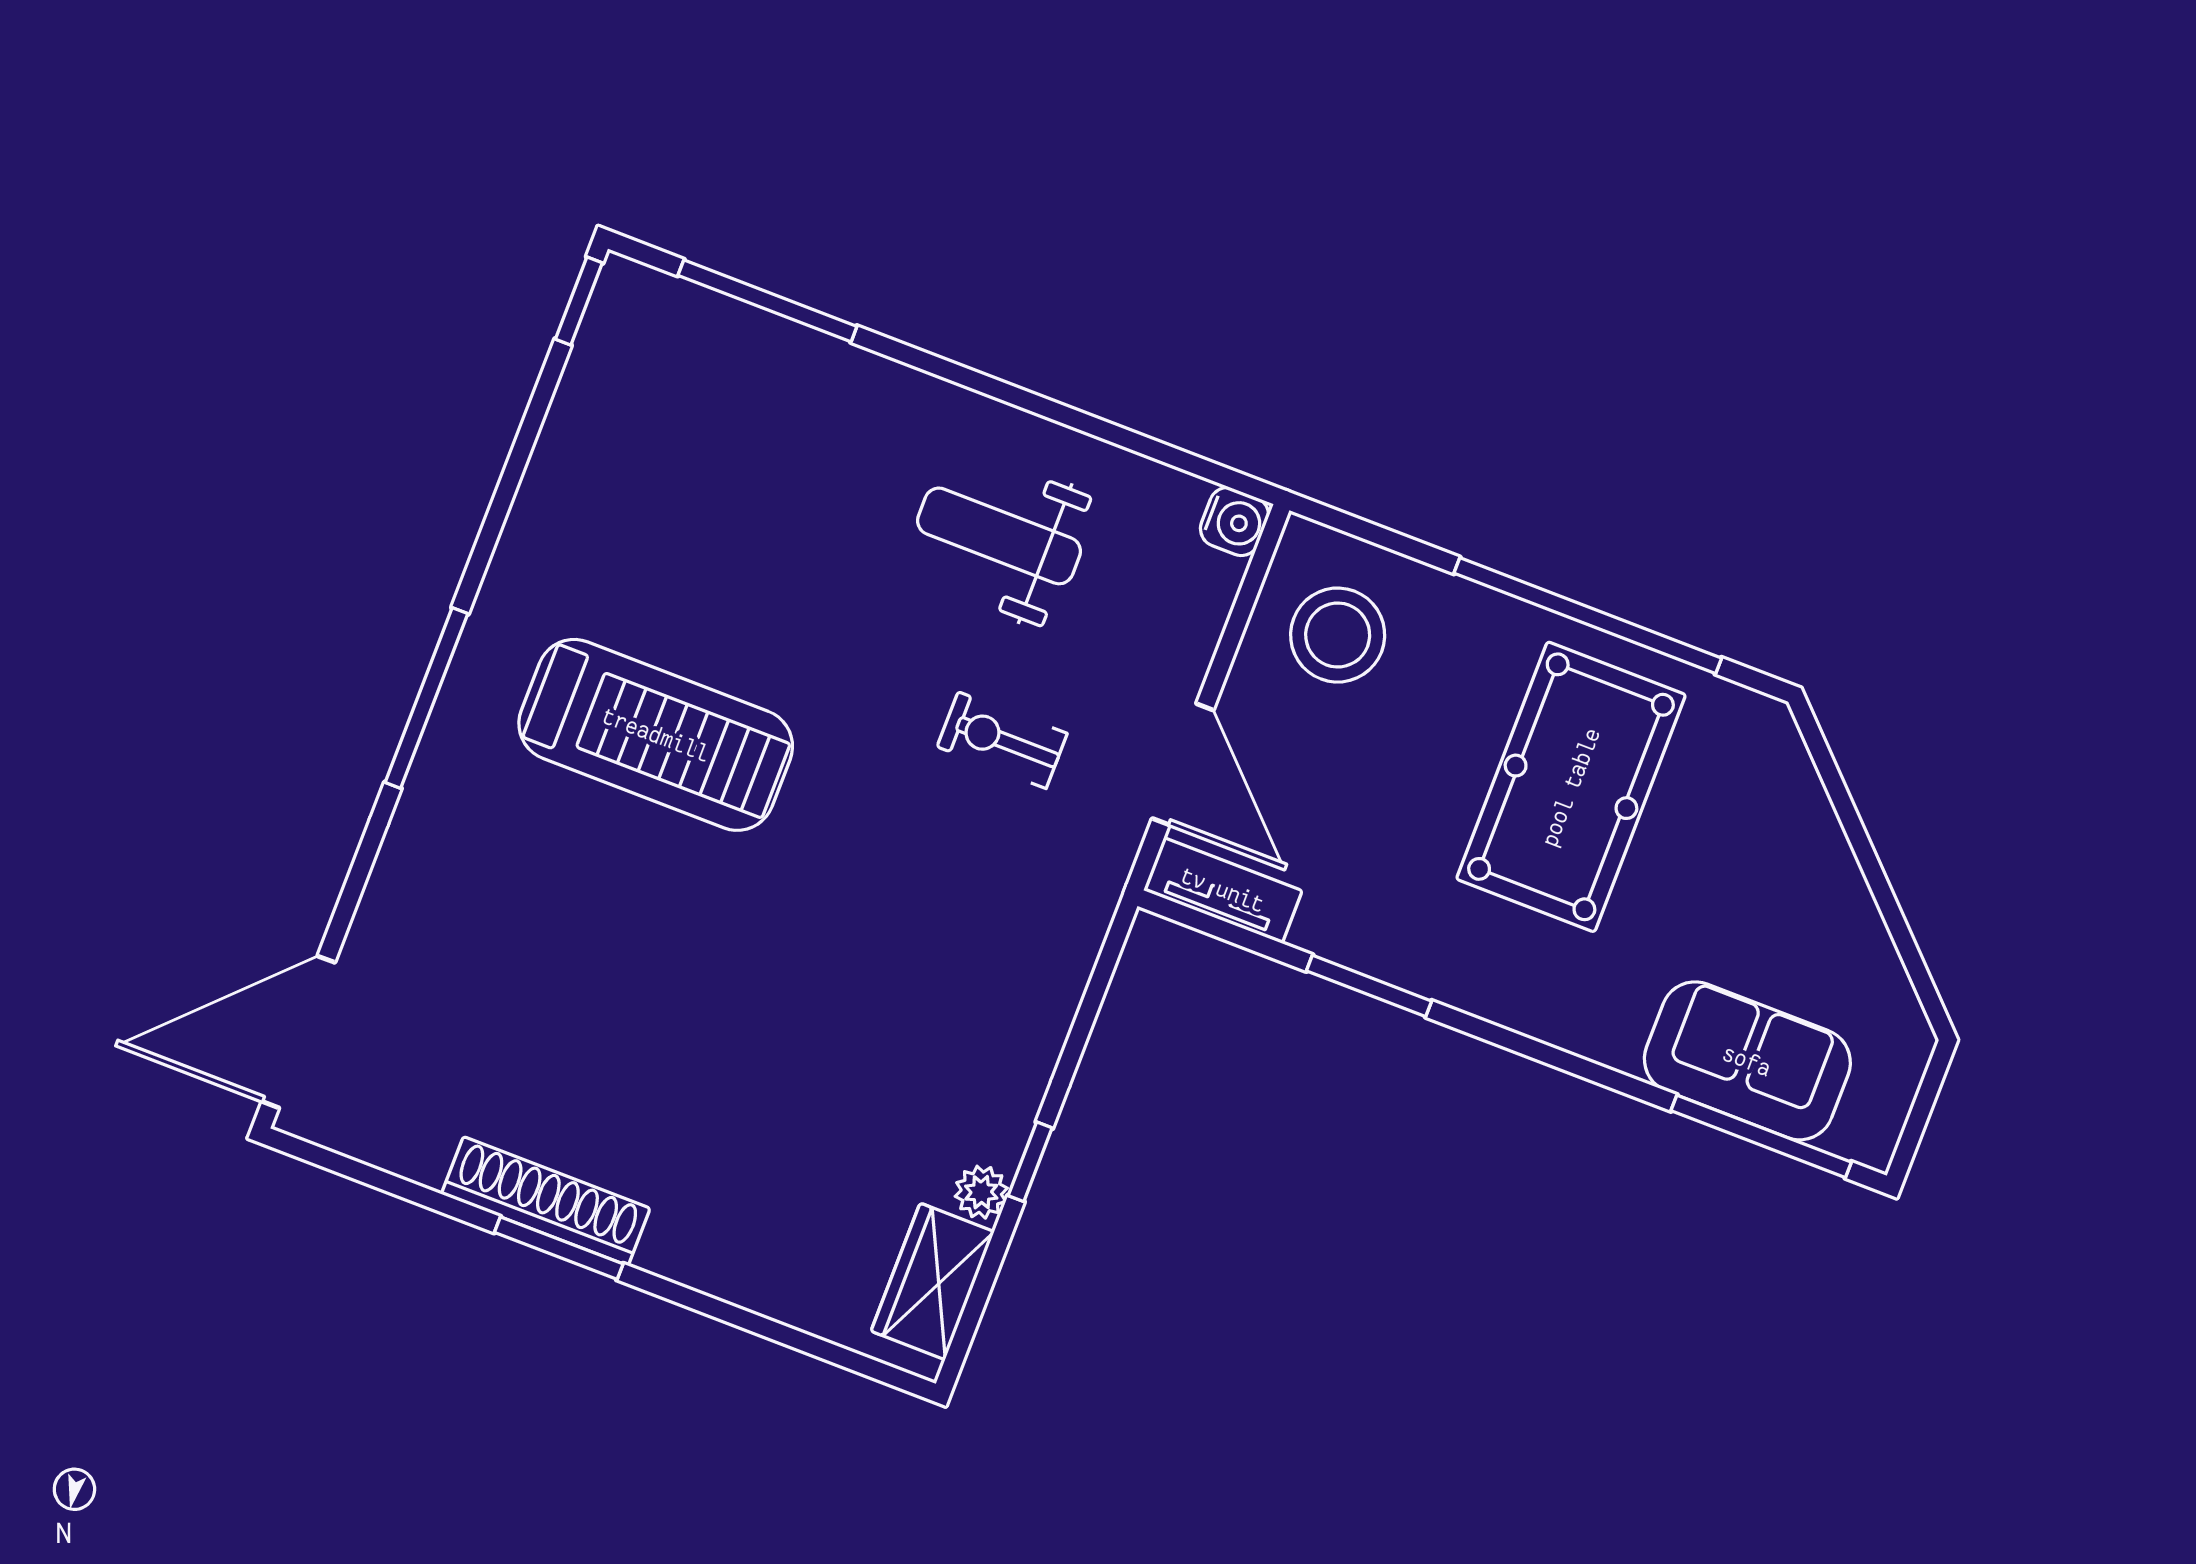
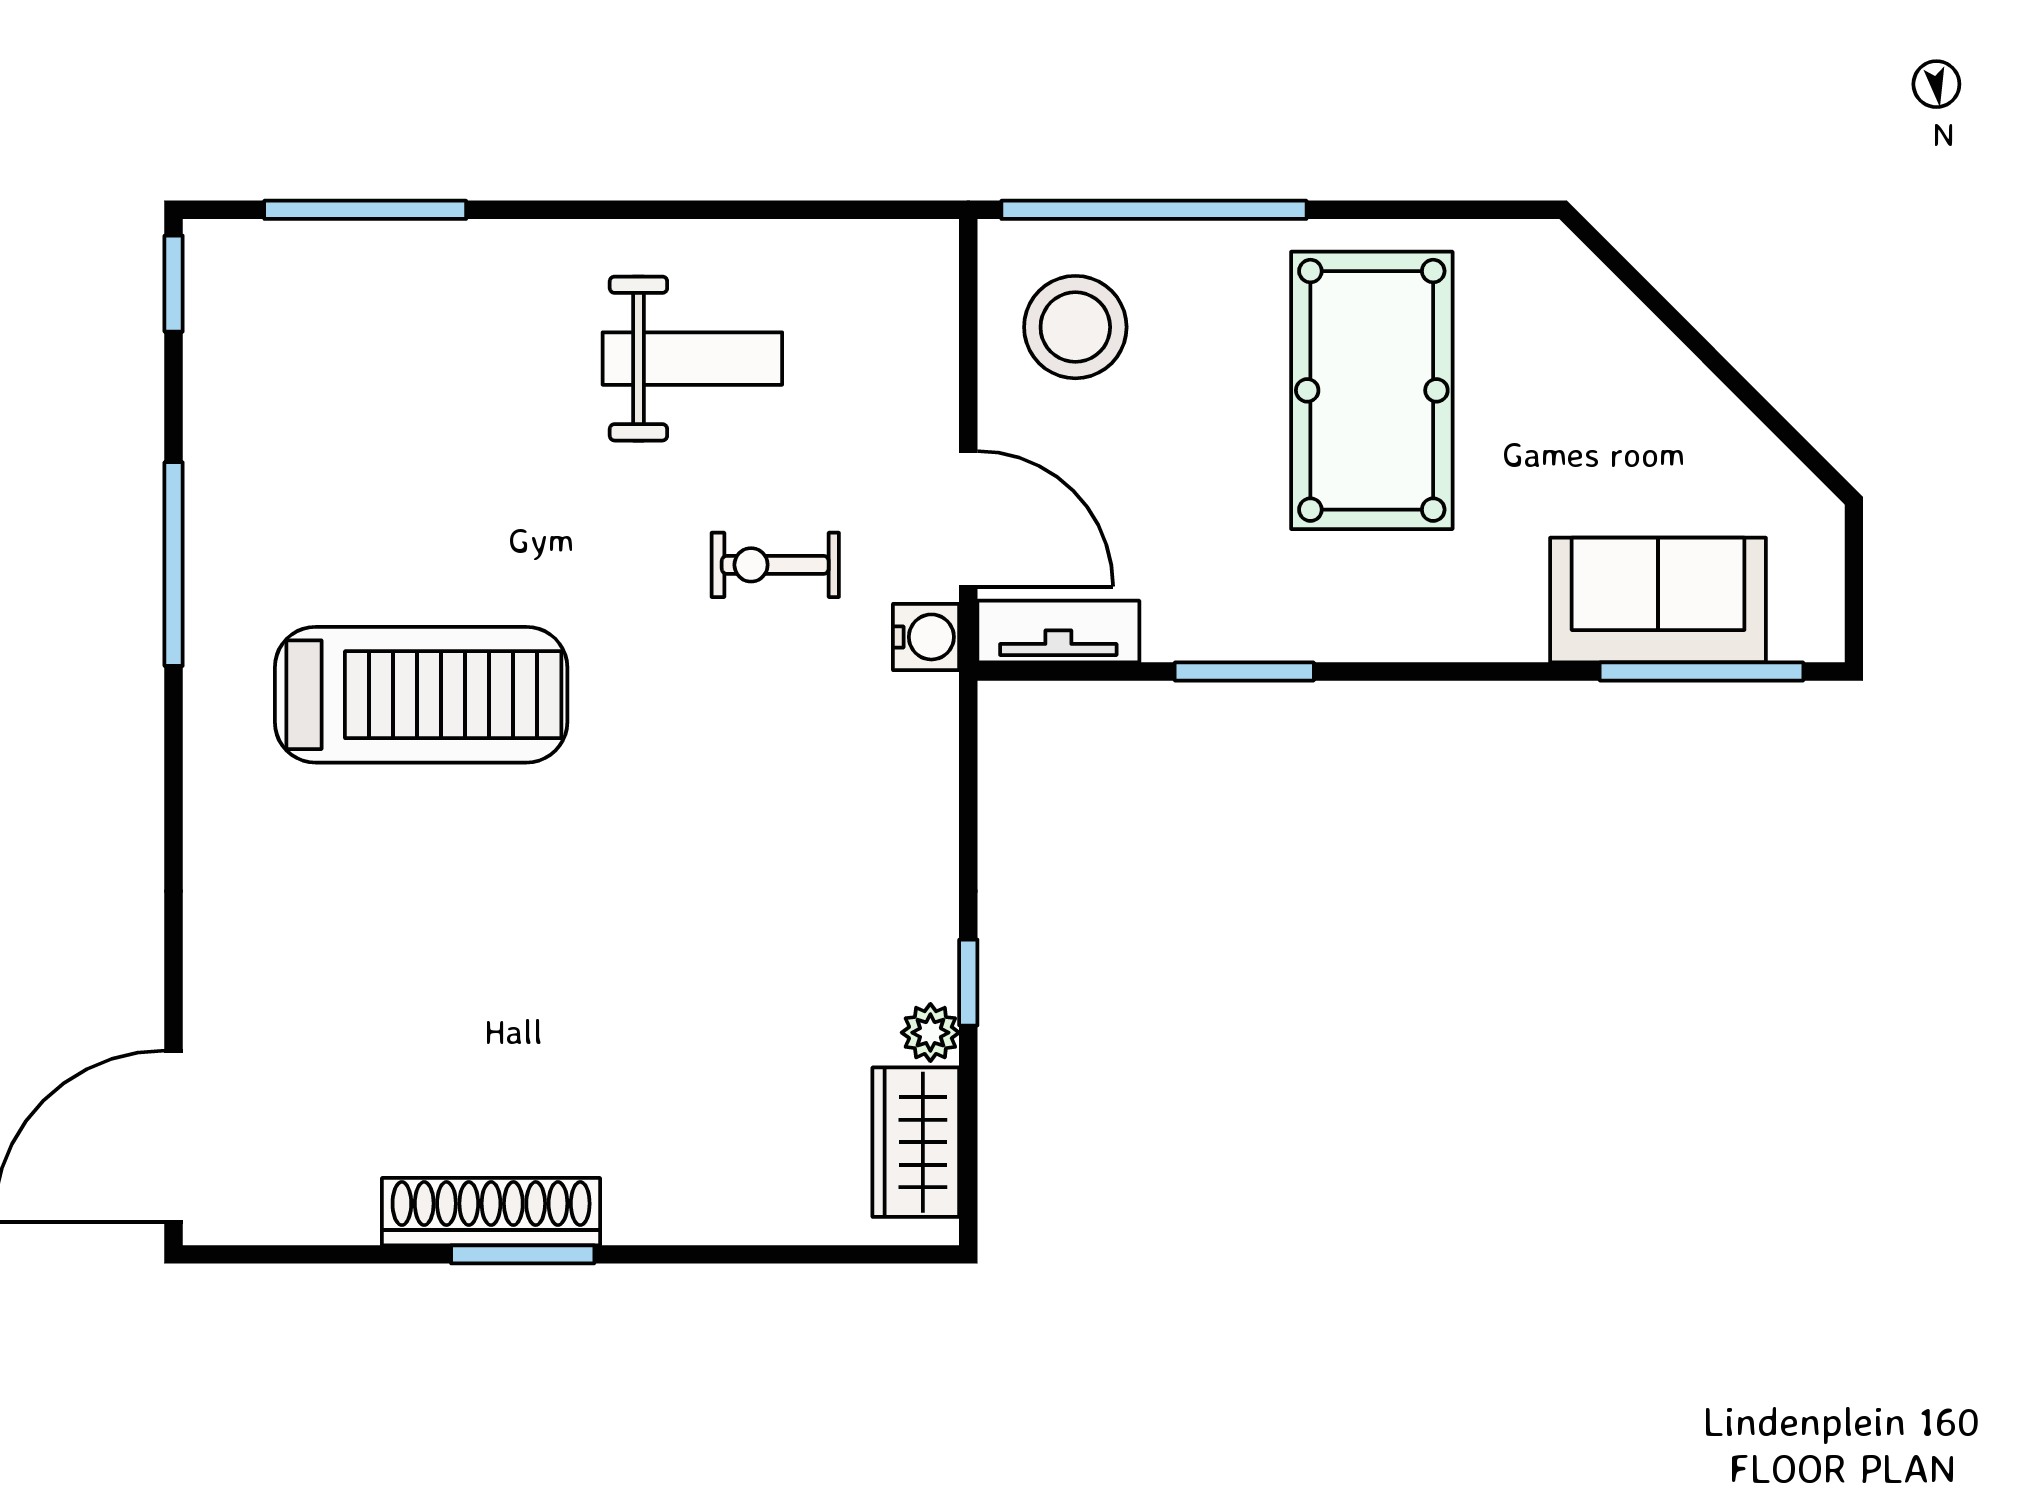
water cooler: (1234, 522) -> (926, 637), moved
weight bench: (999, 536) -> (692, 359), turned 180
window: (1588, 616) -> (1154, 210), moved
window: (426, 698) -> (174, 564), moved

